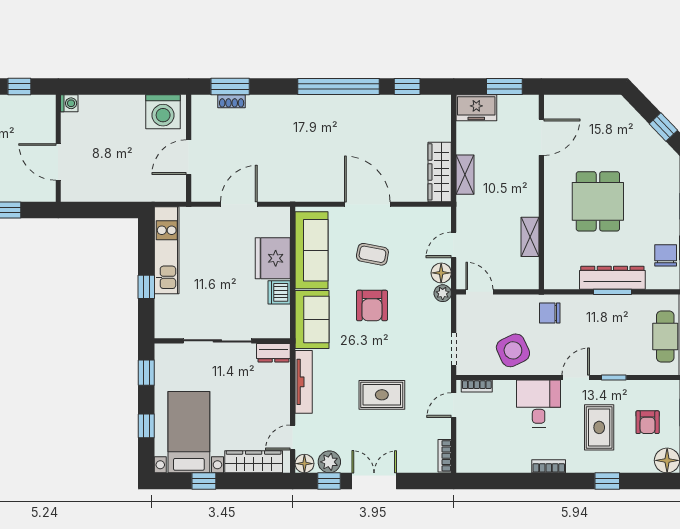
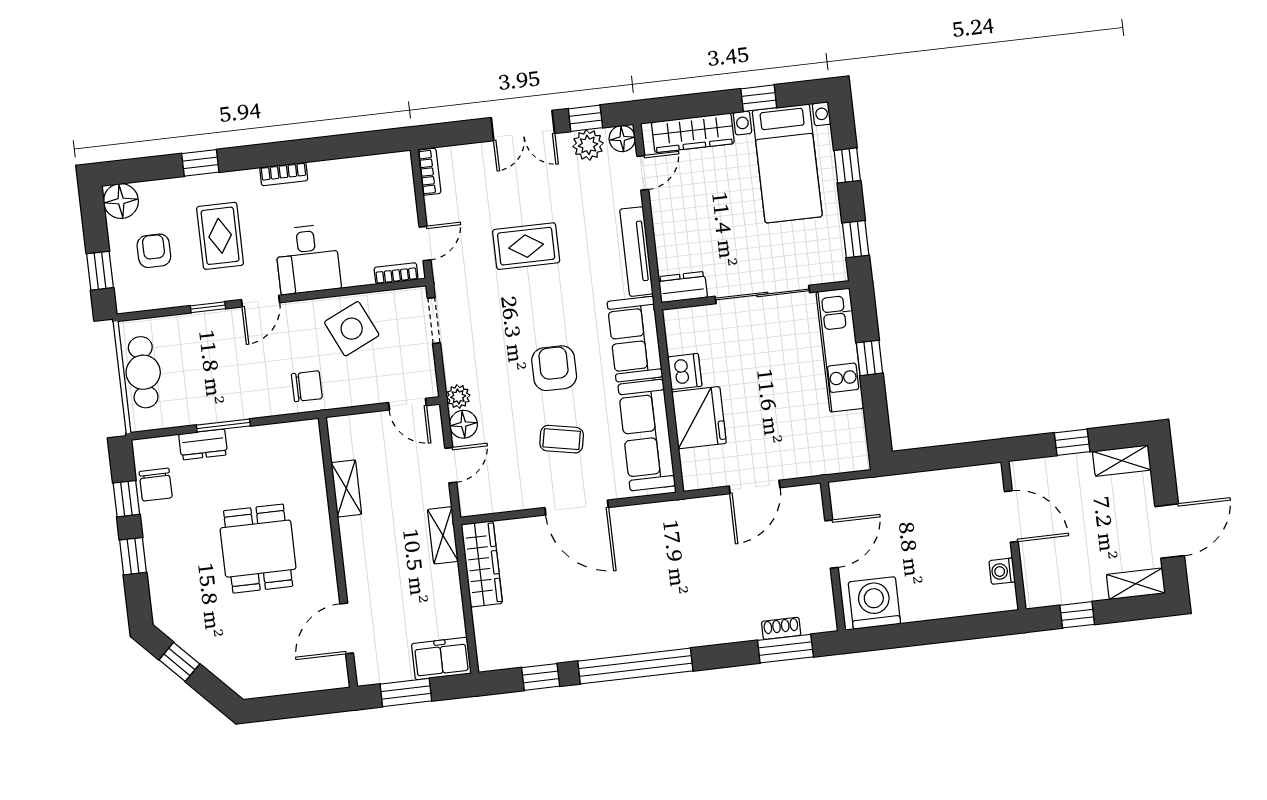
washing machine: (69, 103) -> (1002, 571), moved
shelving: (465, 175) -> (443, 535), moved
kitchen unit: (167, 250) -> (840, 350), moved
dresser: (612, 278) -> (203, 444), width x0.51, depth x0.80

